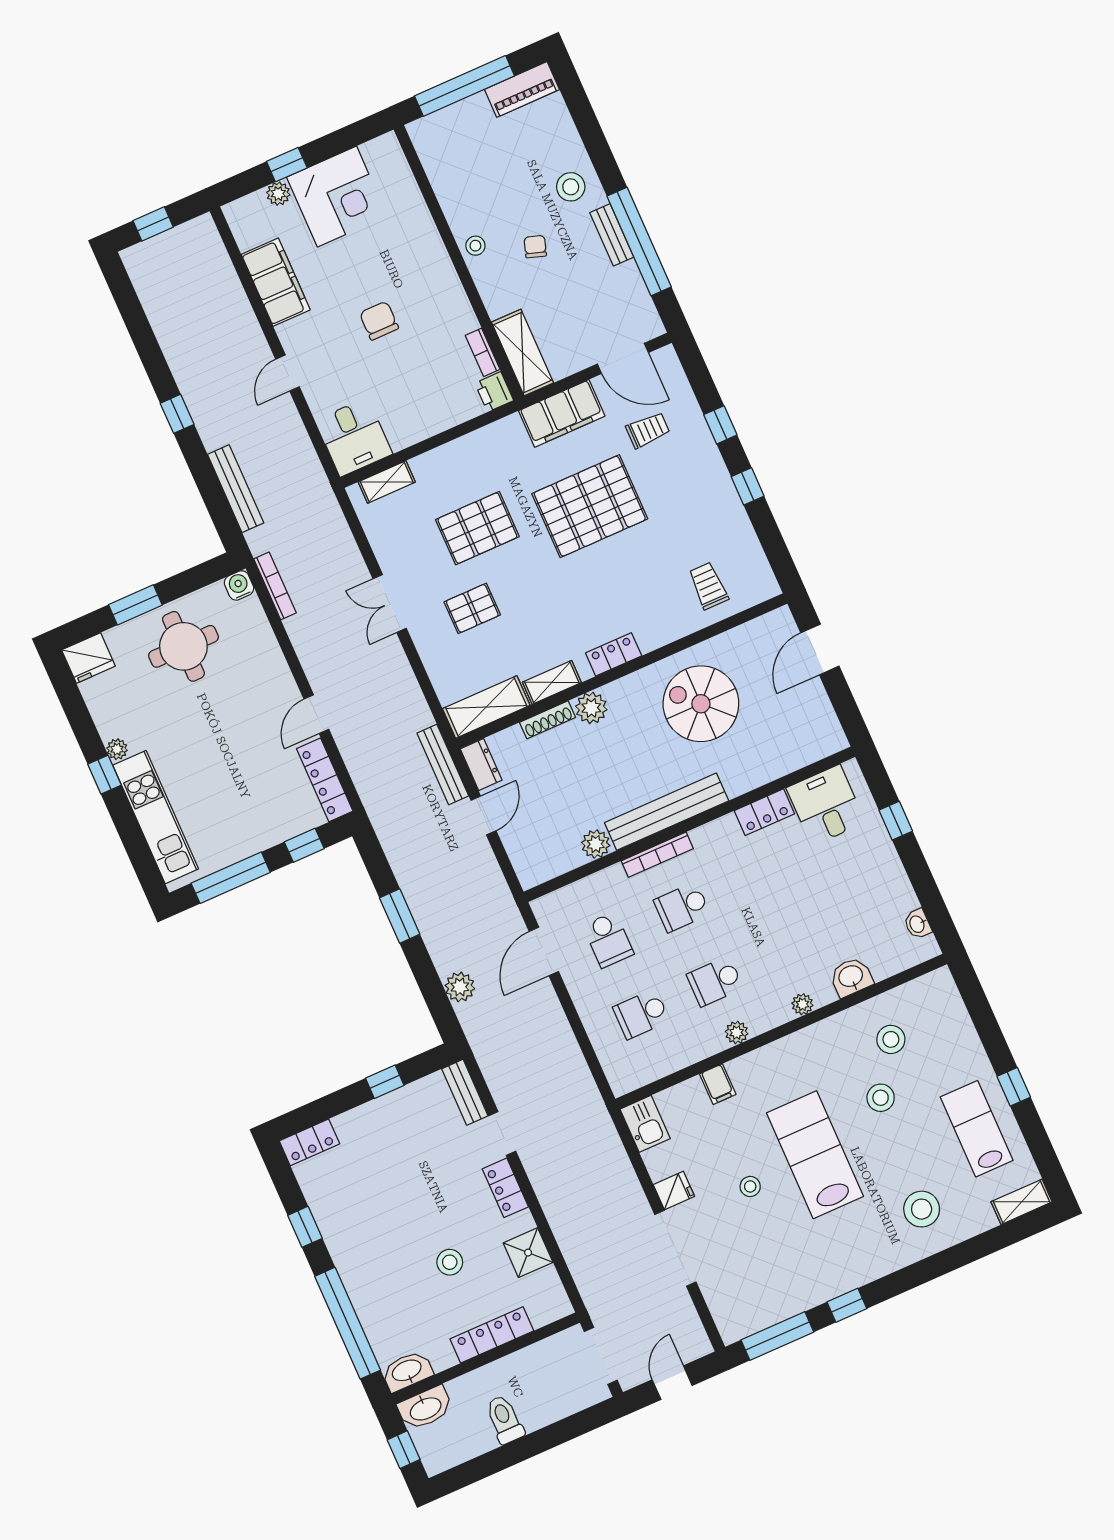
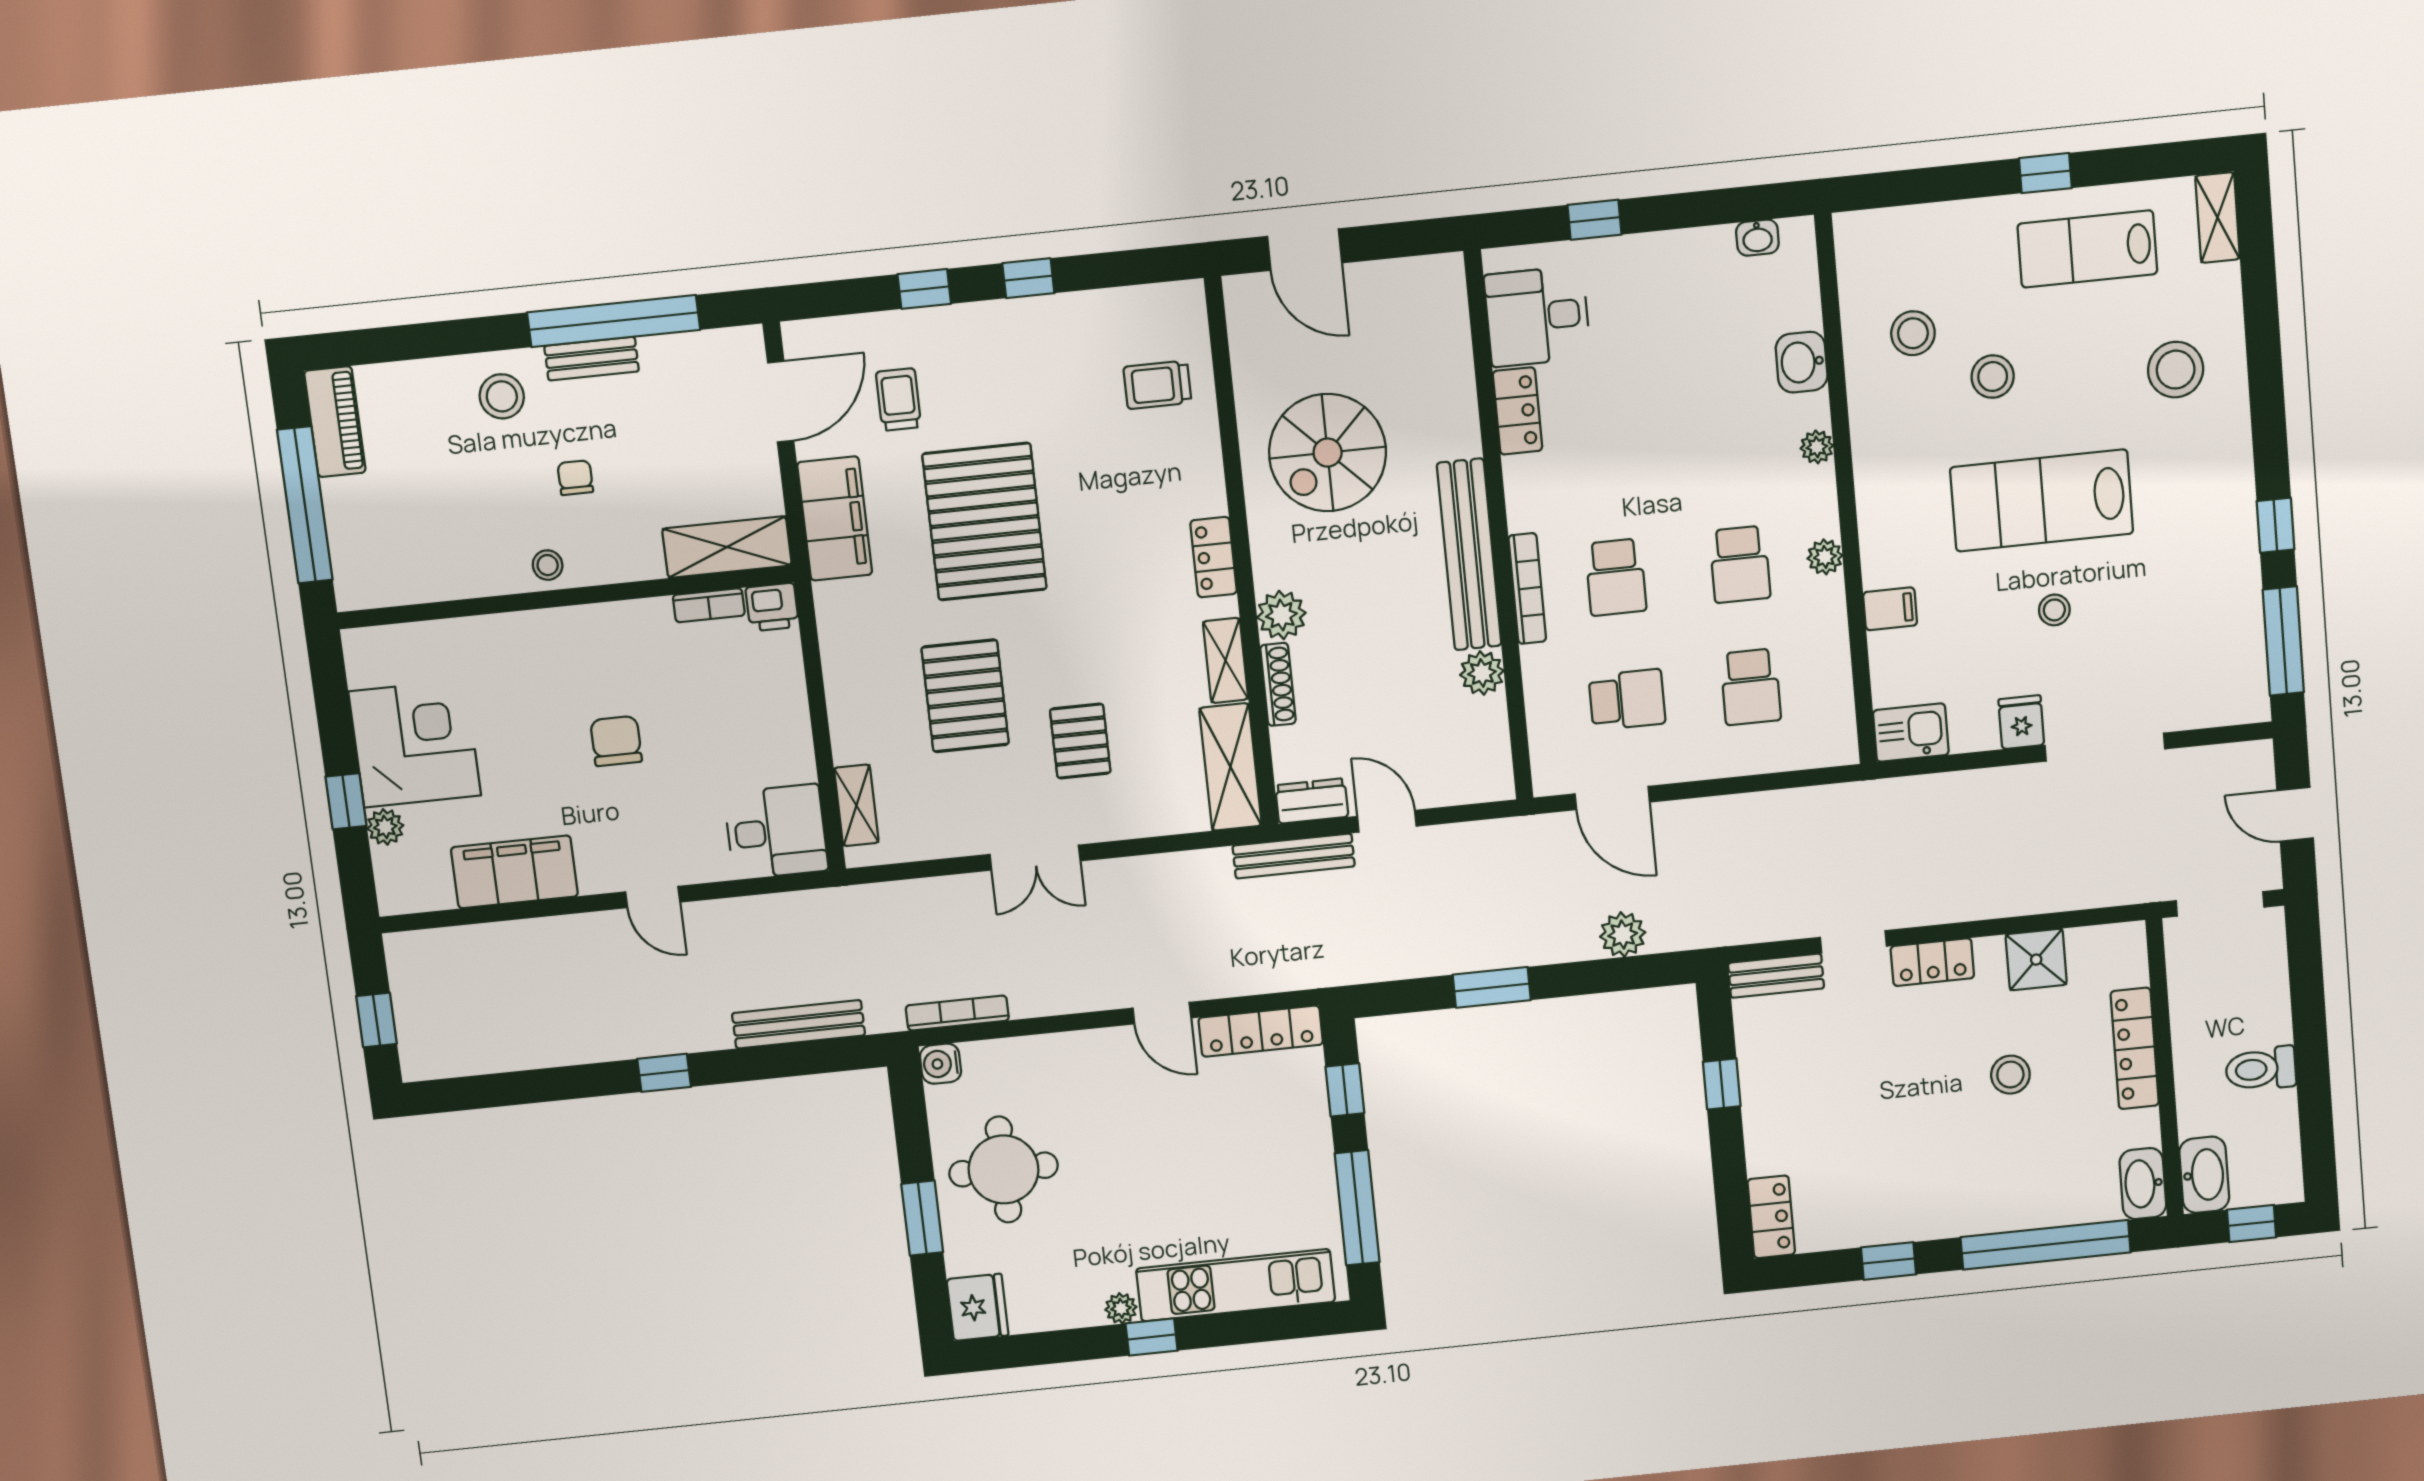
chair: (535, 247) -> (575, 478), turned 72
chair: (379, 321) -> (616, 741), turned 90

